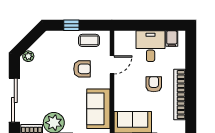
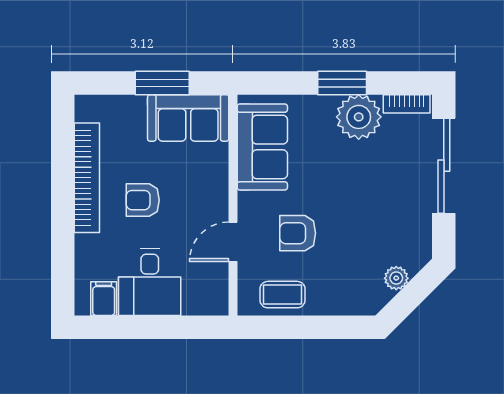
window: (71, 25) -> (321, 327), removed
plant: (28, 56) -> (396, 278), moved
armchair: (154, 84) -> (143, 200), turned 90

